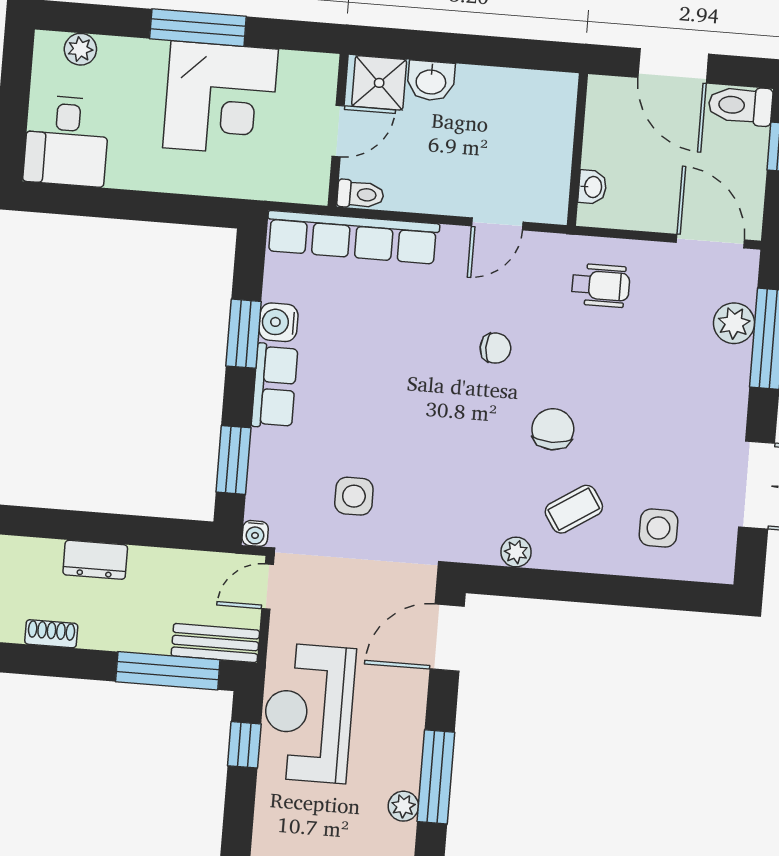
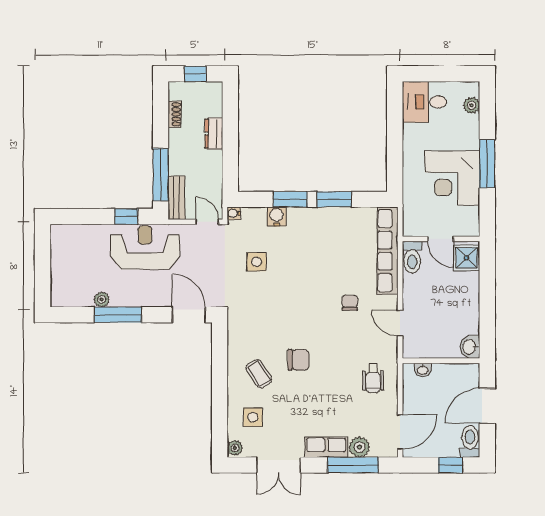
washbasin: (431, 81) -> (470, 347), moved
toilet: (360, 194) -> (412, 257), width x1.37, depth x1.39
water cooler: (278, 322) -> (277, 217), moved
chair: (495, 348) -> (350, 303), moved, turned 180
row of seats: (275, 386) -> (326, 447), moved, turned 180
window: (233, 460) -> (290, 199), moved
plant: (516, 552) -> (235, 448), moved

